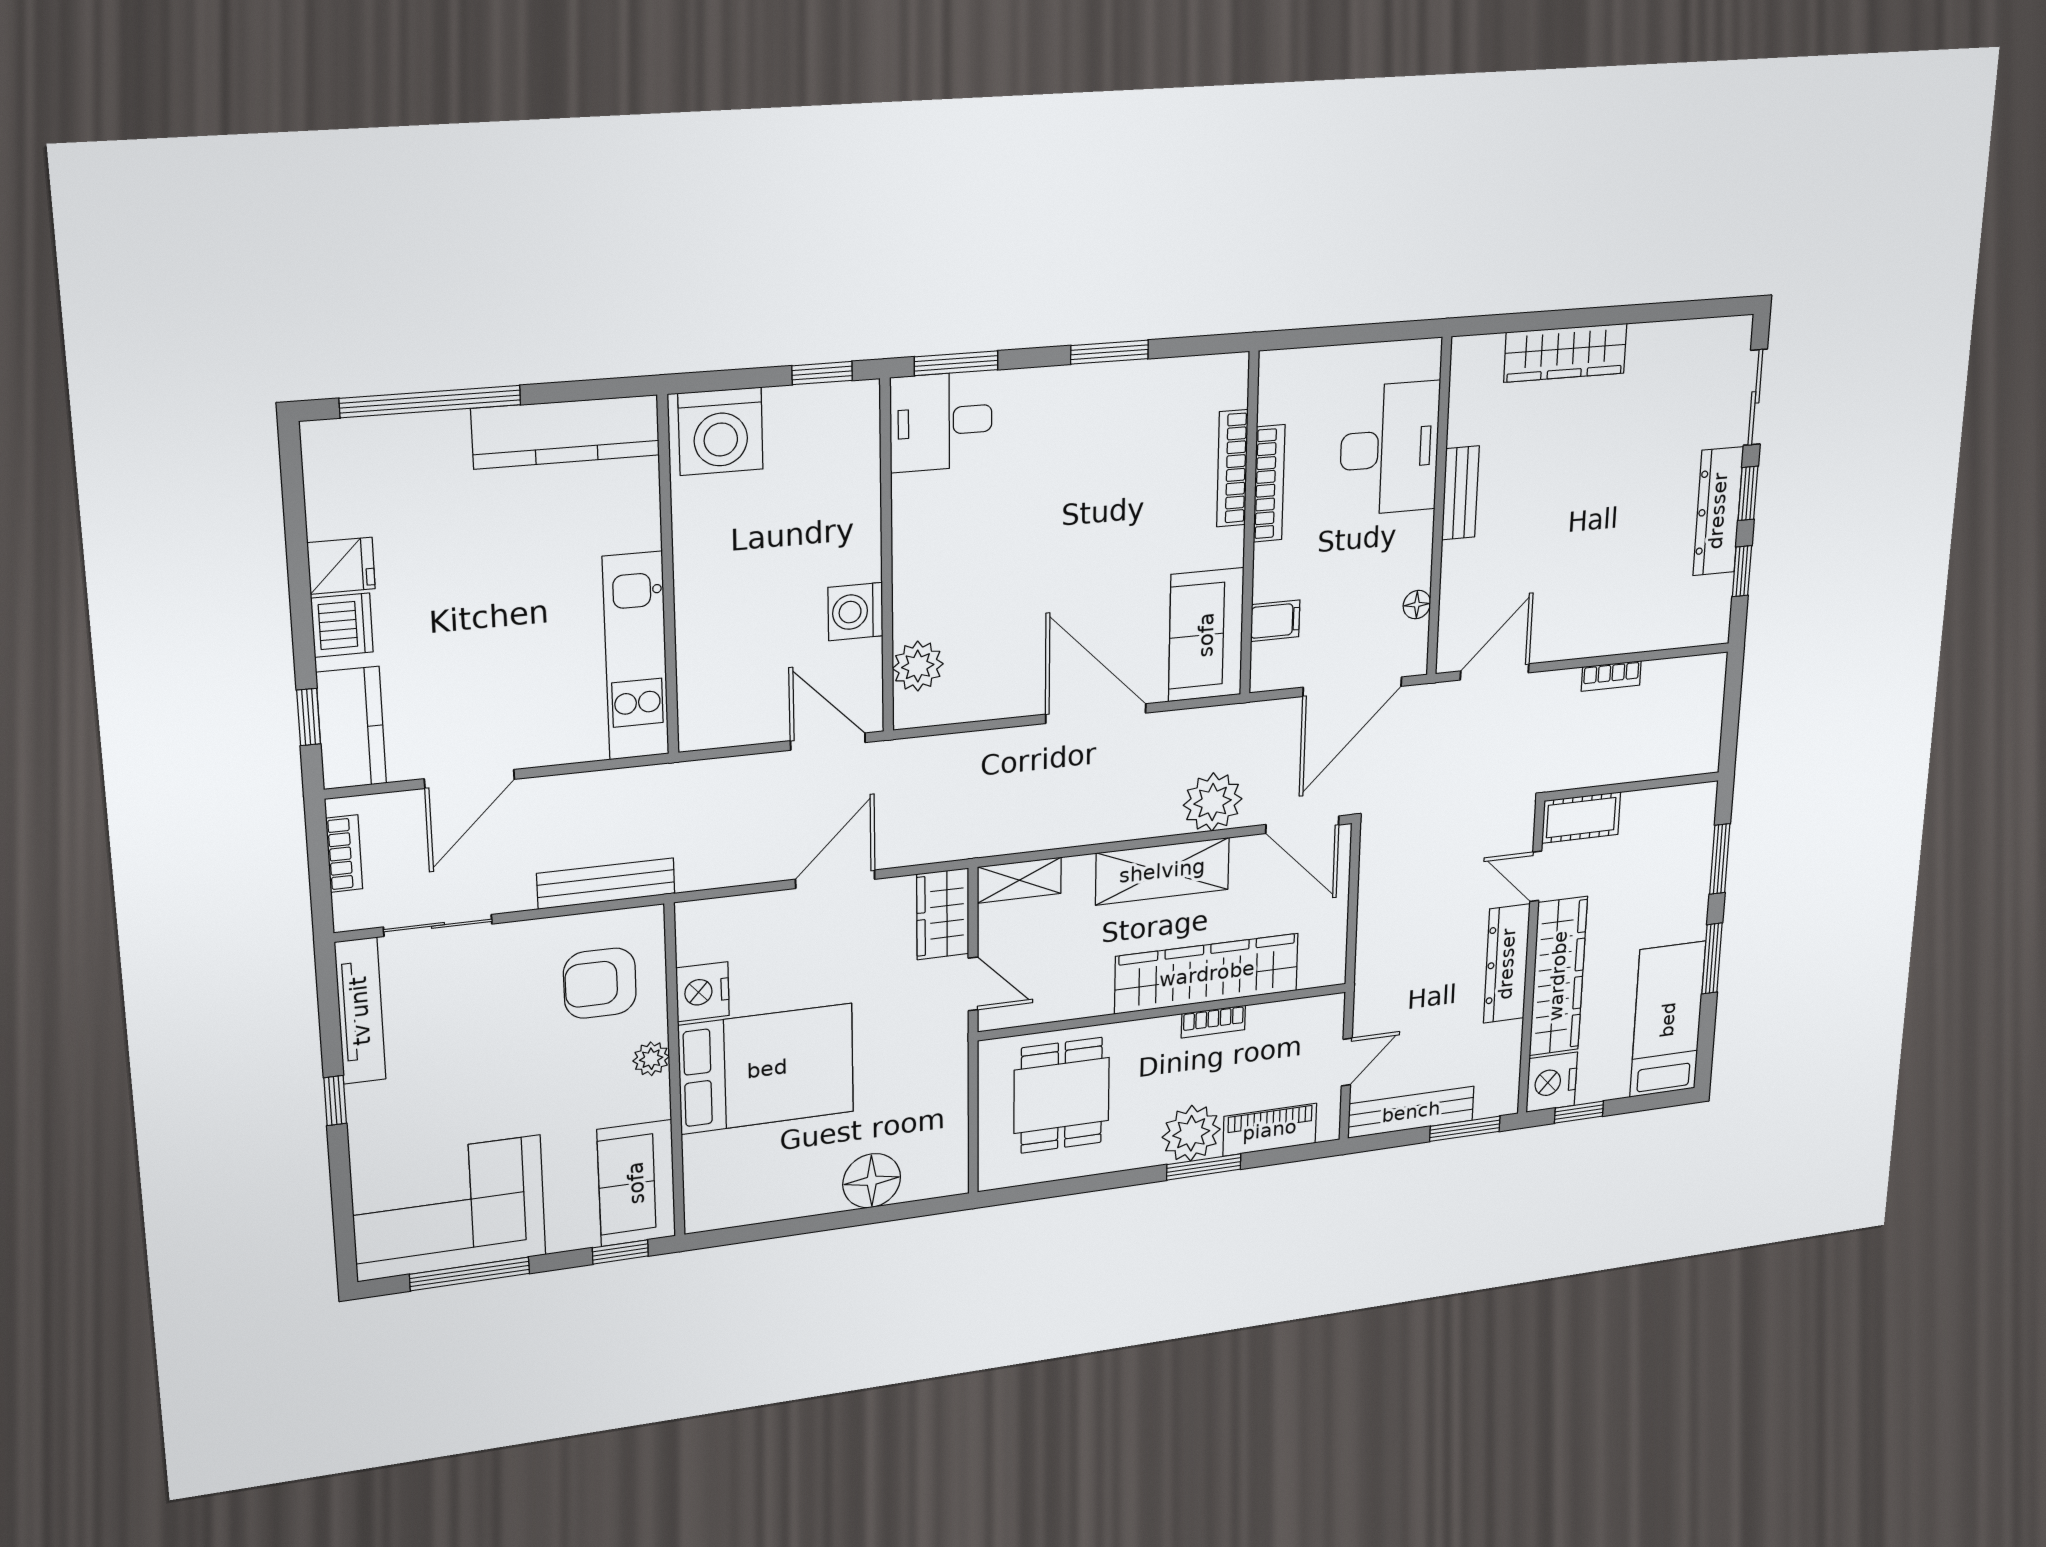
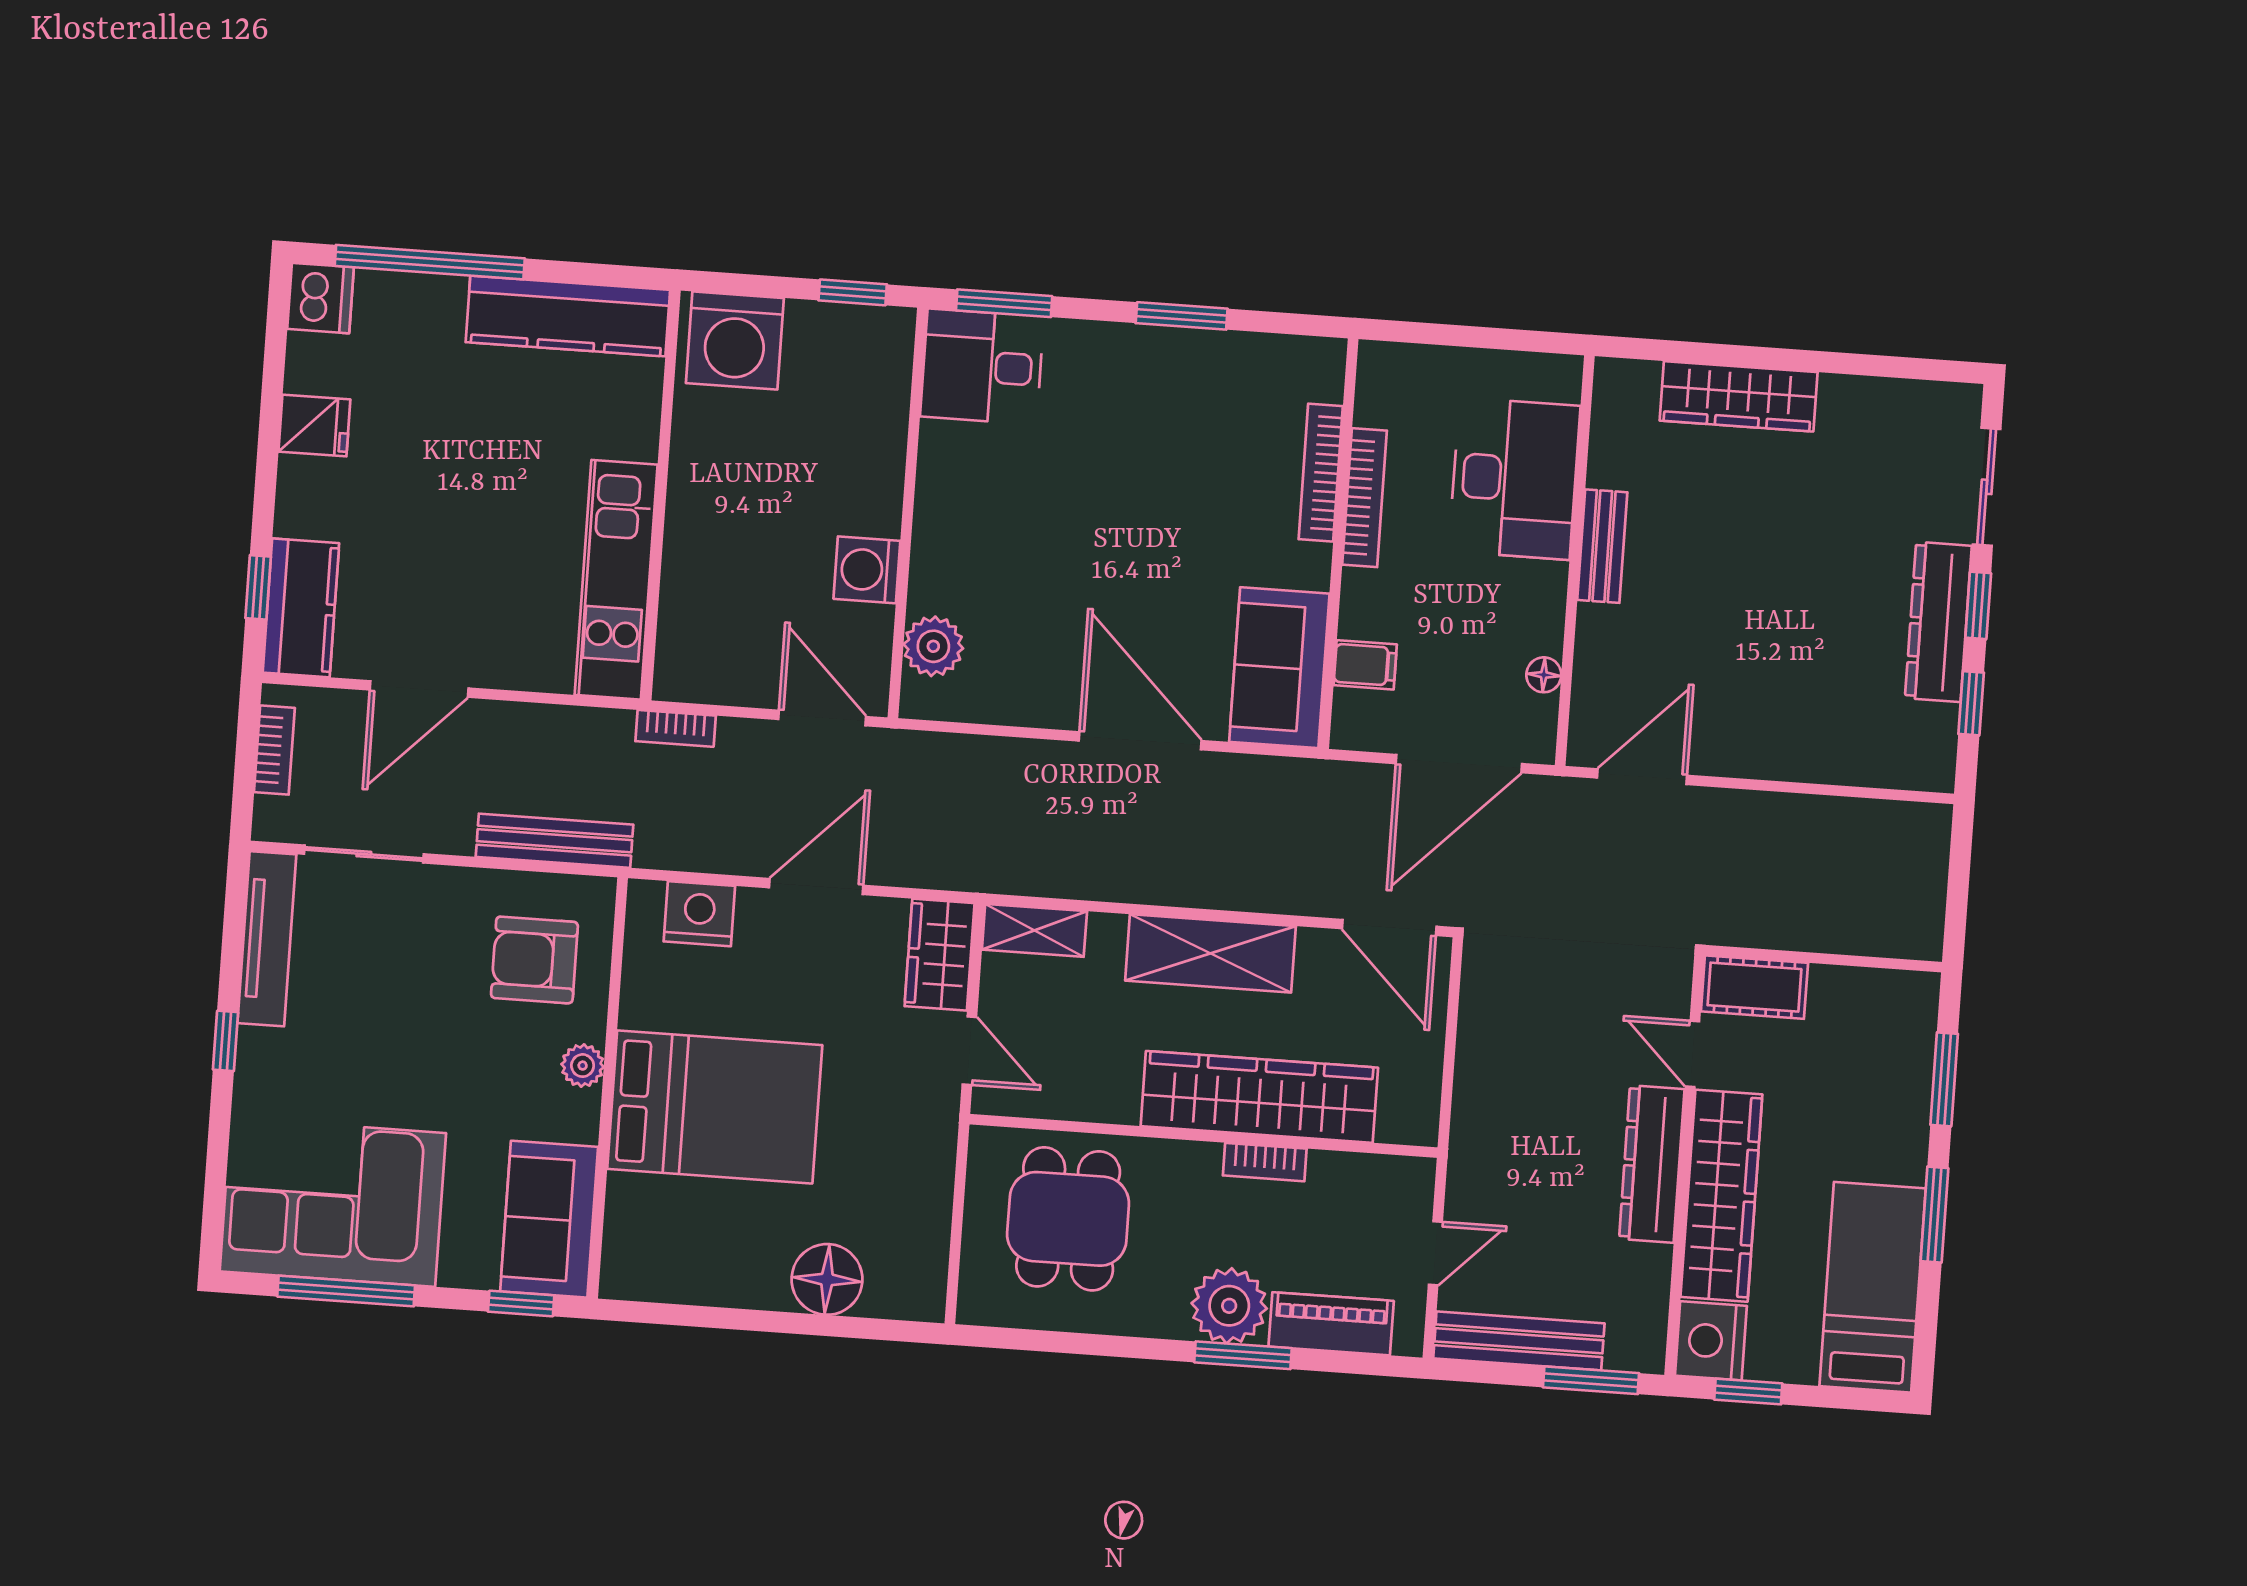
dishwasher: (342, 625) -> (320, 298), moved
bookcase: (1611, 676) -> (676, 728), moved
plant: (1213, 802) -> (1277, 877), removed
nightstand: (703, 992) -> (699, 914), moved, turned 90

